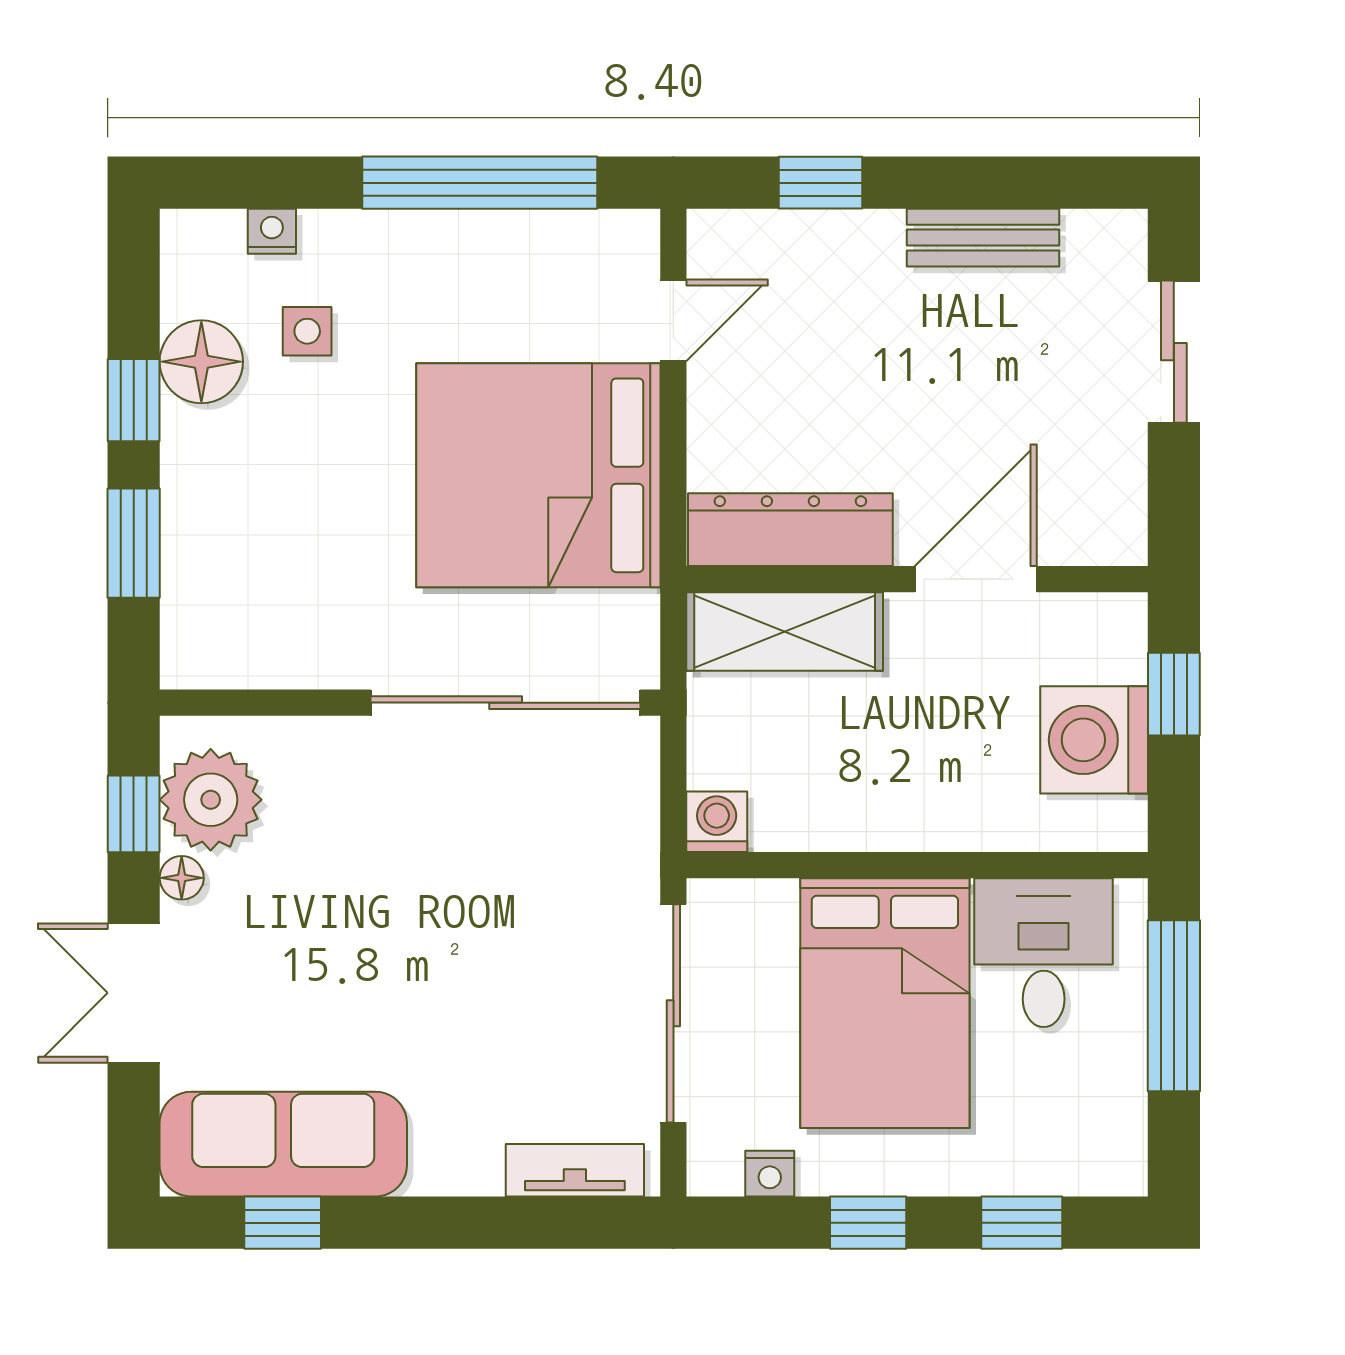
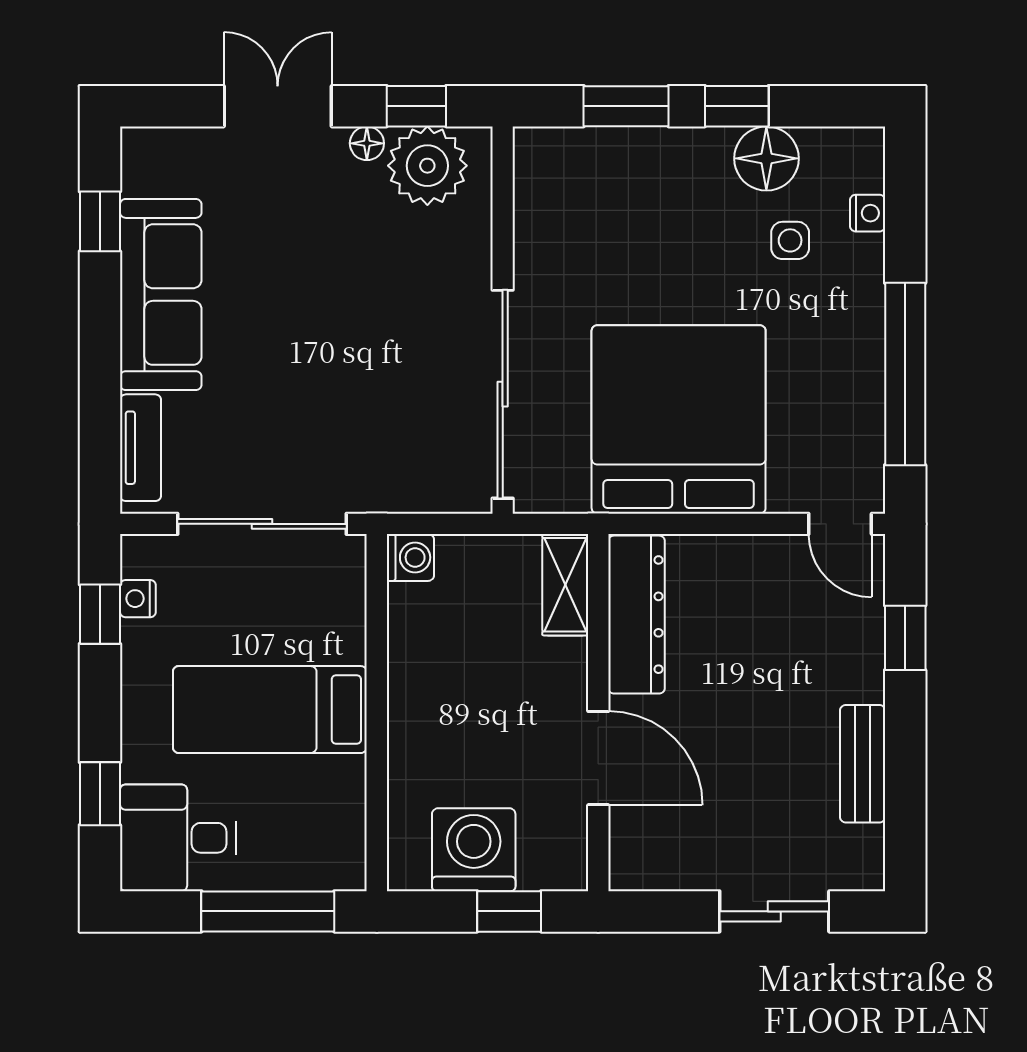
door: (673, 320) -> (840, 524), moved
shelving: (785, 631) -> (565, 585), width x0.67, depth x0.75
desk: (1044, 953) -> (178, 838), moved, turned 180
bed: (885, 1003) -> (270, 710), width x0.67
sofa: (283, 1144) -> (161, 295), moved
window: (868, 1223) -> (100, 614), moved

